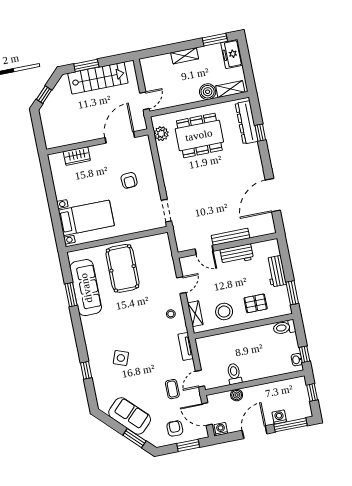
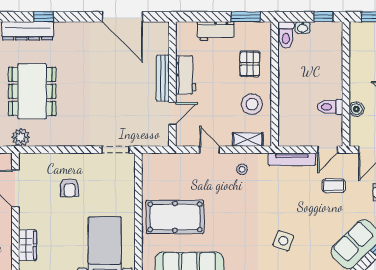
armchair: (129, 180) -> (70, 188), turned 94
tv unit: (186, 346) -> (292, 159), width x1.41
washbasin: (297, 360) -> (303, 28), moved
door: (200, 379) -> (328, 150), hinge flipped

